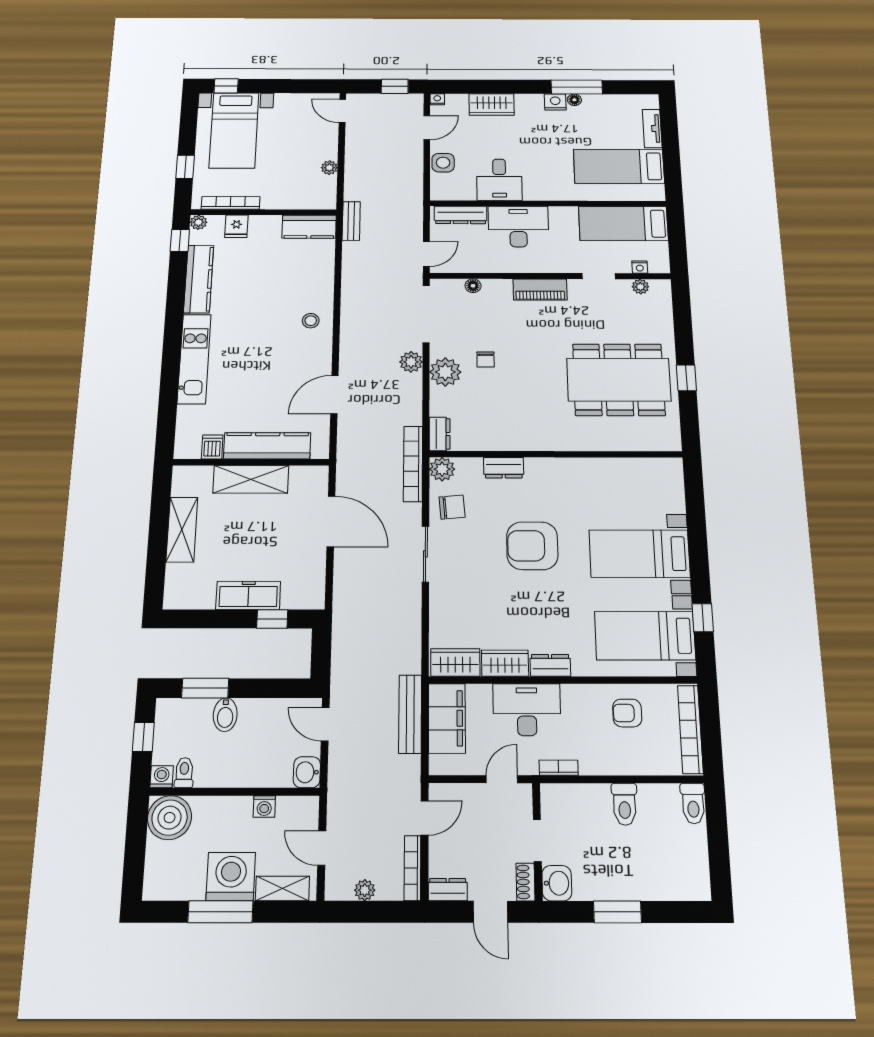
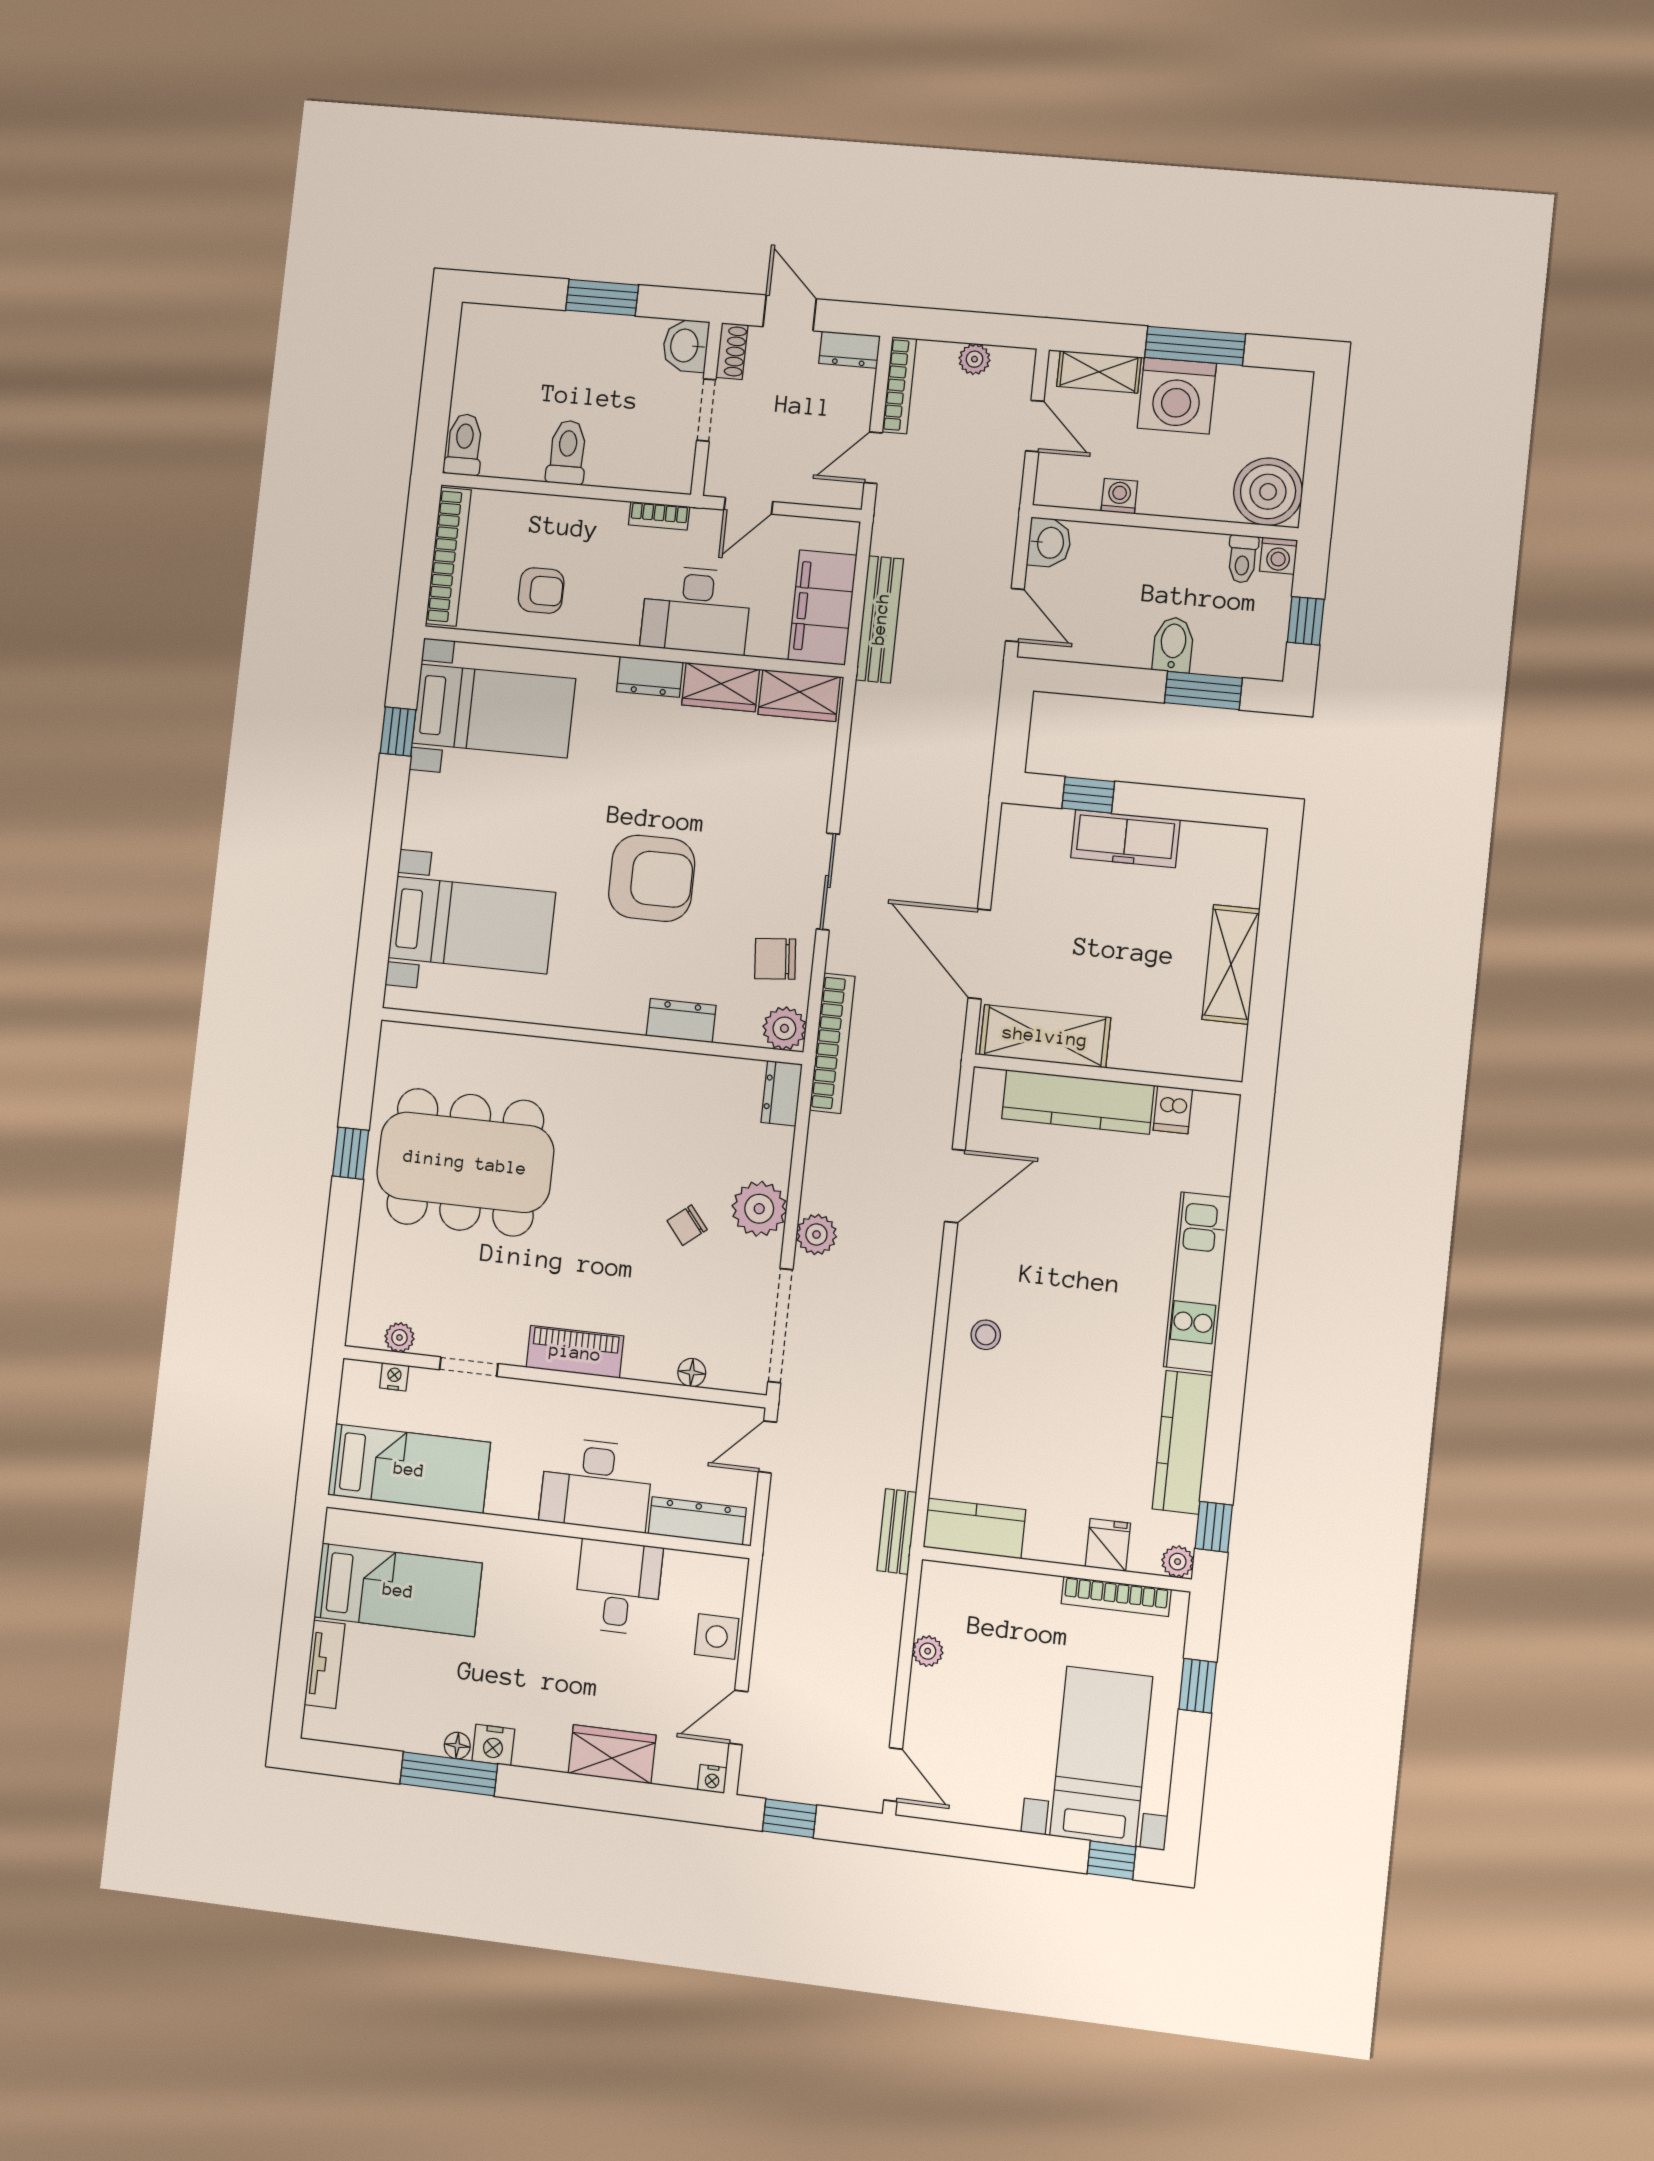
chair: (486, 359) -> (687, 1225), turned -129
shelving: (251, 479) -> (1045, 1036), moved
bed with nightstands: (639, 554) -> (472, 925), moved

